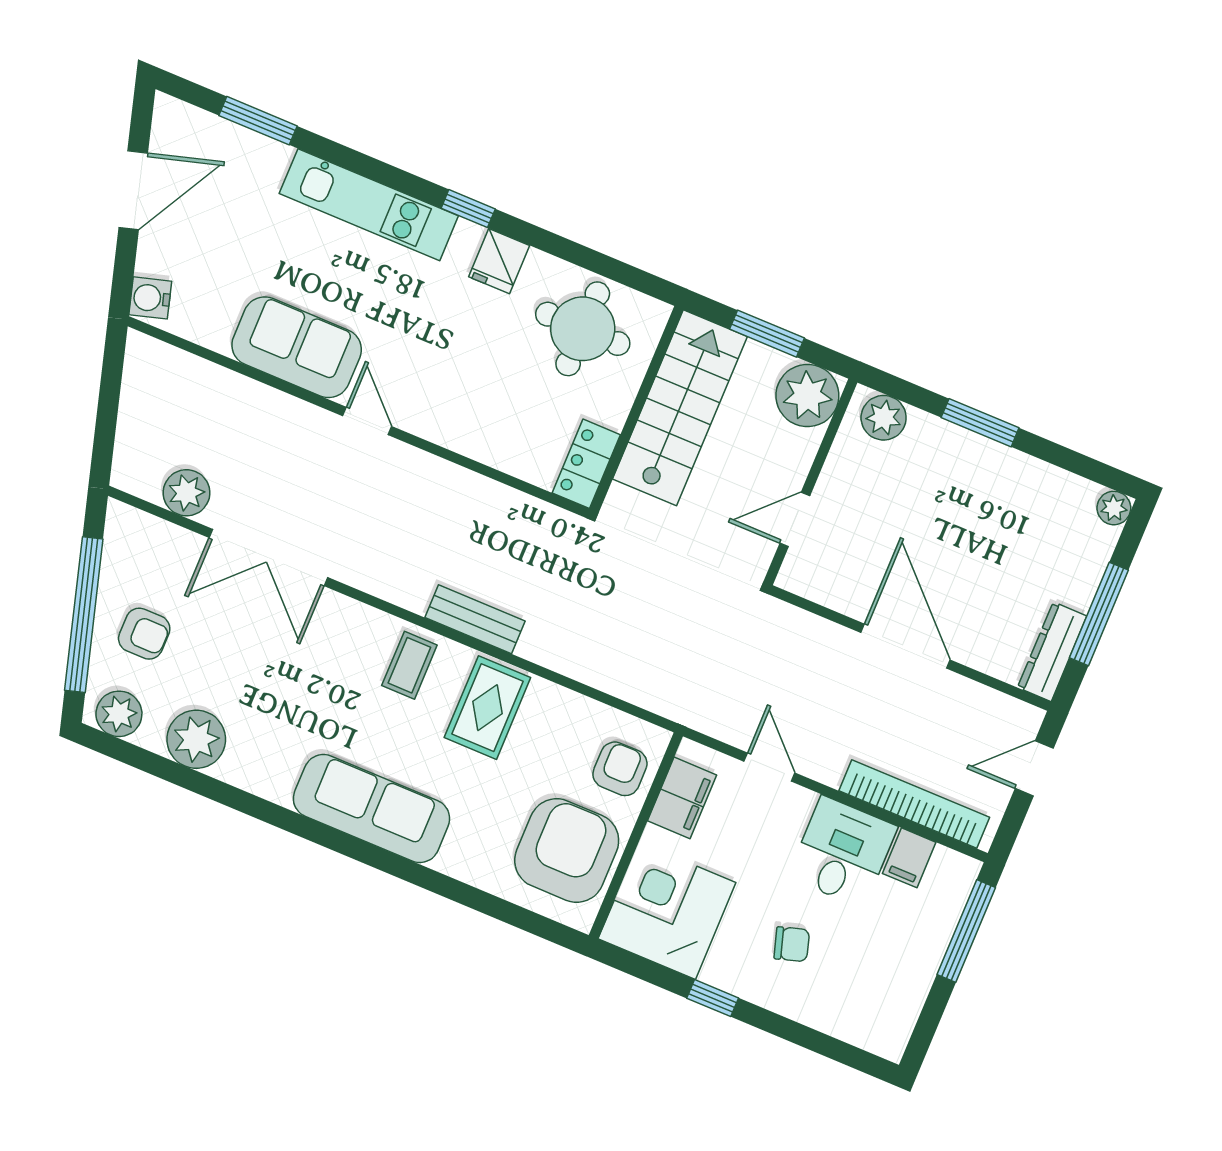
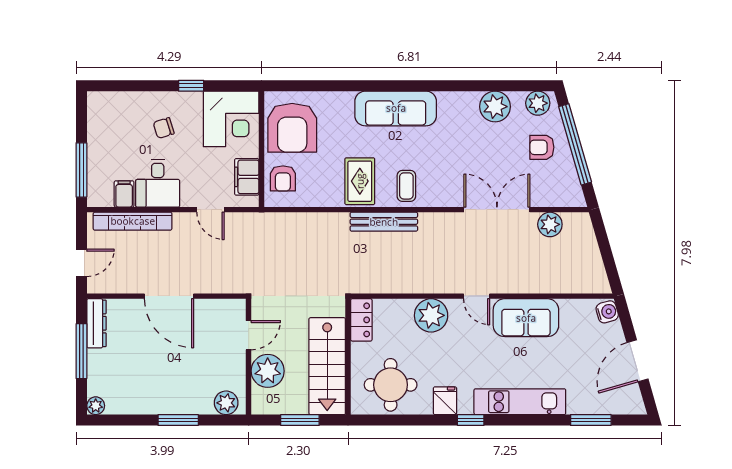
plant: (807, 396) -> (268, 371), moved
plant: (461, 421) -> (431, 315), added
bench: (475, 619) -> (384, 222), width x1.36

